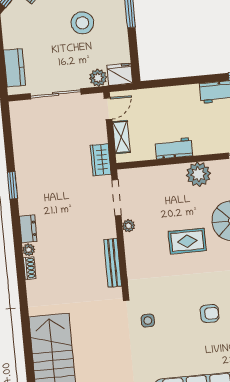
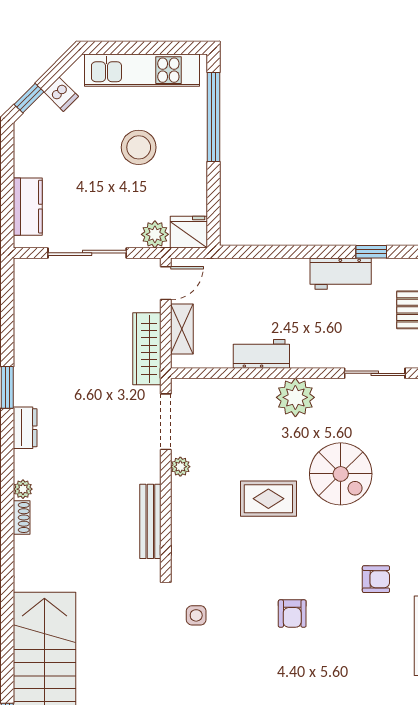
wardrobe: (101, 160) -> (147, 349), width x1.50
dresser: (28, 229) -> (25, 428), moved
armchair: (209, 313) -> (292, 614), turned 90

